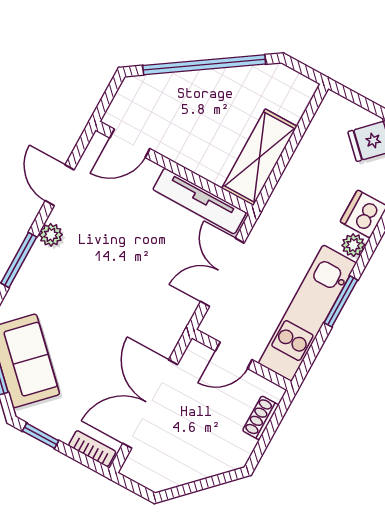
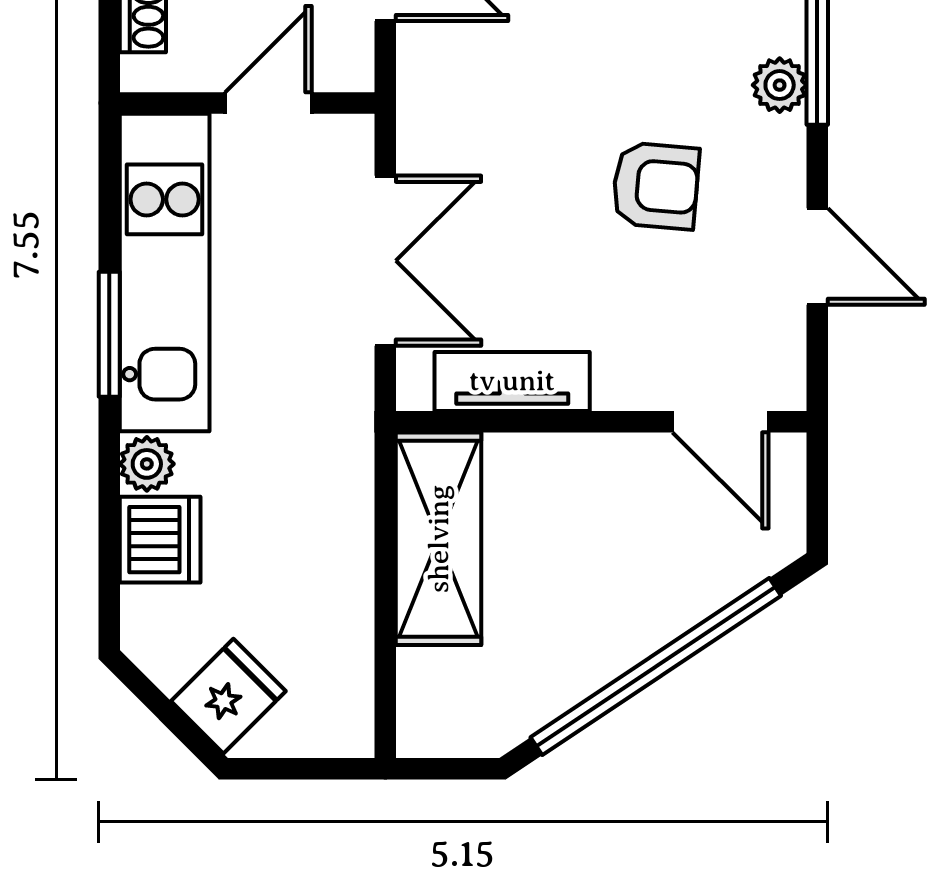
door: (130, 143) -> (721, 422), swing flipped
tv unit: (200, 201) -> (512, 381), width x0.71
plant: (51, 235) -> (780, 85), moved
armchair: (106, 245) -> (656, 186), added

